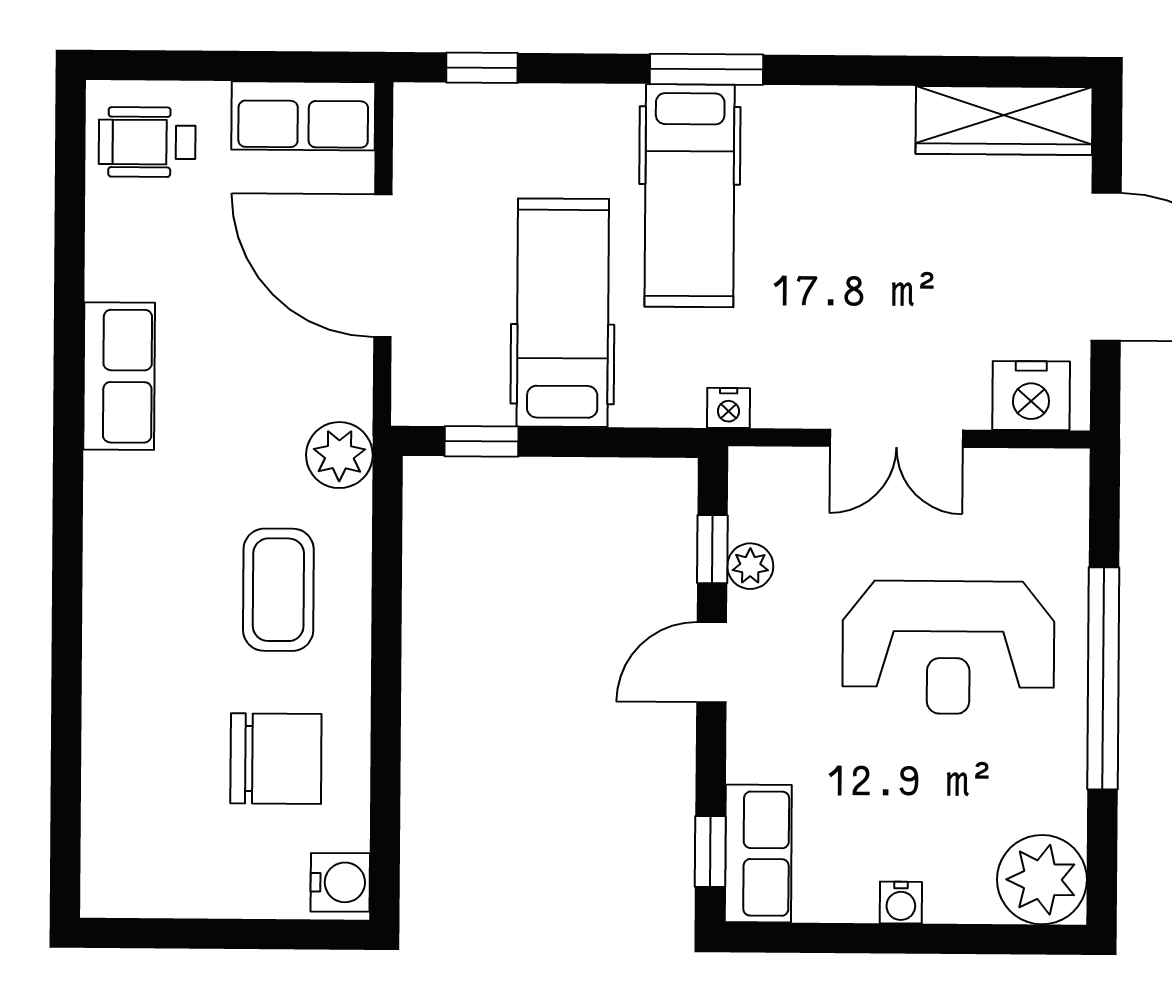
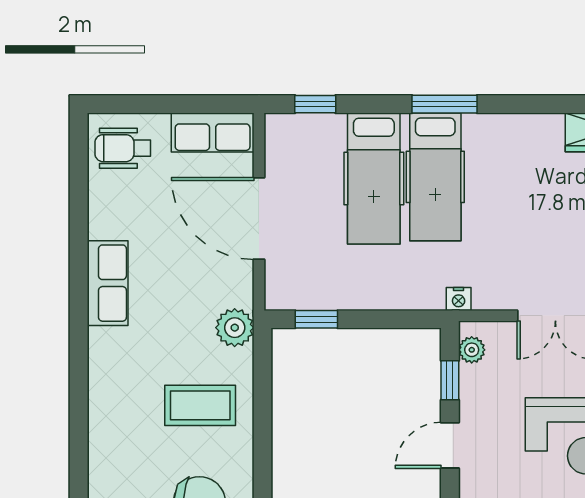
hospital bed: (563, 313) -> (374, 178), moved, turned 180
plant: (750, 566) -> (472, 350), moved
coffee table: (278, 590) -> (200, 405), turned 90

